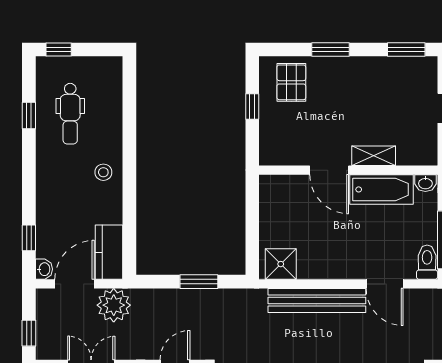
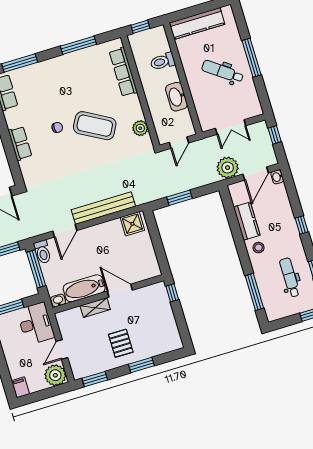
pallet: (291, 82) -> (121, 343), moved
window: (252, 106) -> (172, 293), moved
window: (129, 108) -> (254, 292), added
window: (29, 238) -> (302, 225), moved
kitchen counter: (109, 252) -> (247, 221), moved
door: (385, 284) -> (65, 231), swing flipped

